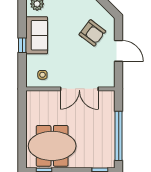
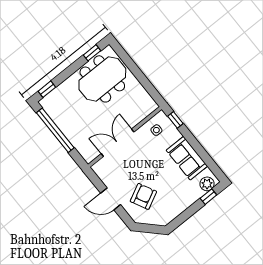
armchair: (92, 33) -> (143, 196), turned 116
window: (22, 45) -> (175, 120), moved

